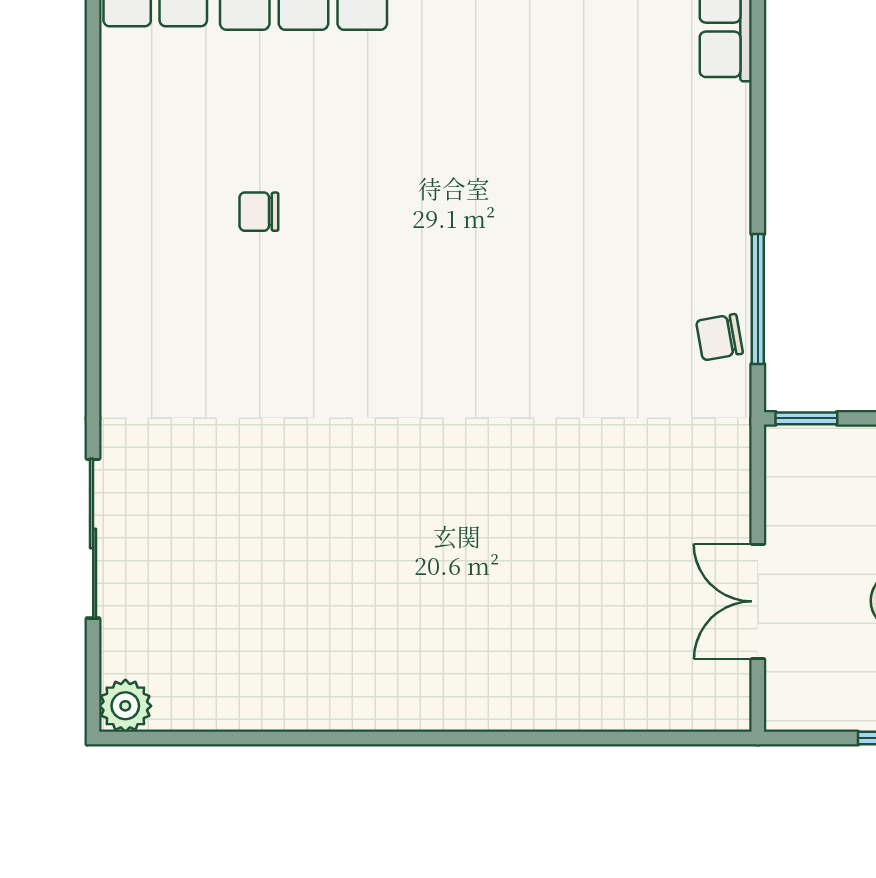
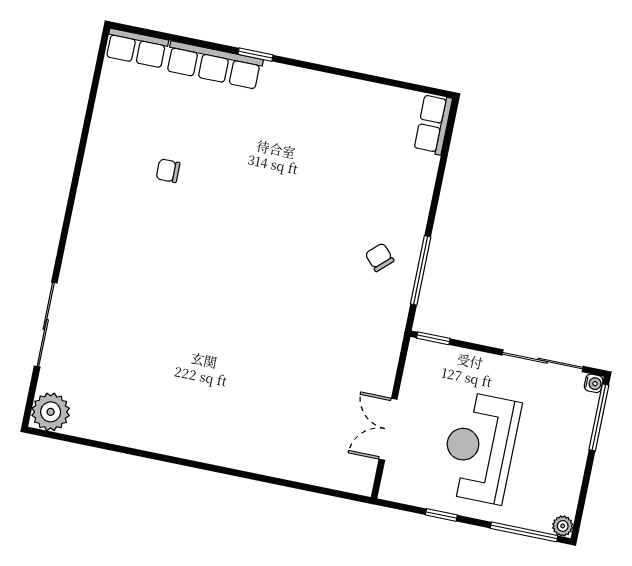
chair: (719, 337) -> (379, 257), moved, turned 57
plant: (125, 706) -> (51, 412), width x1.36, depth x1.36

